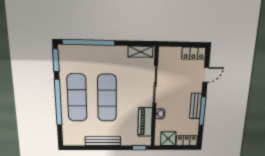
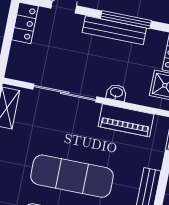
bench: (196, 106) -> (114, 30), width x1.36

